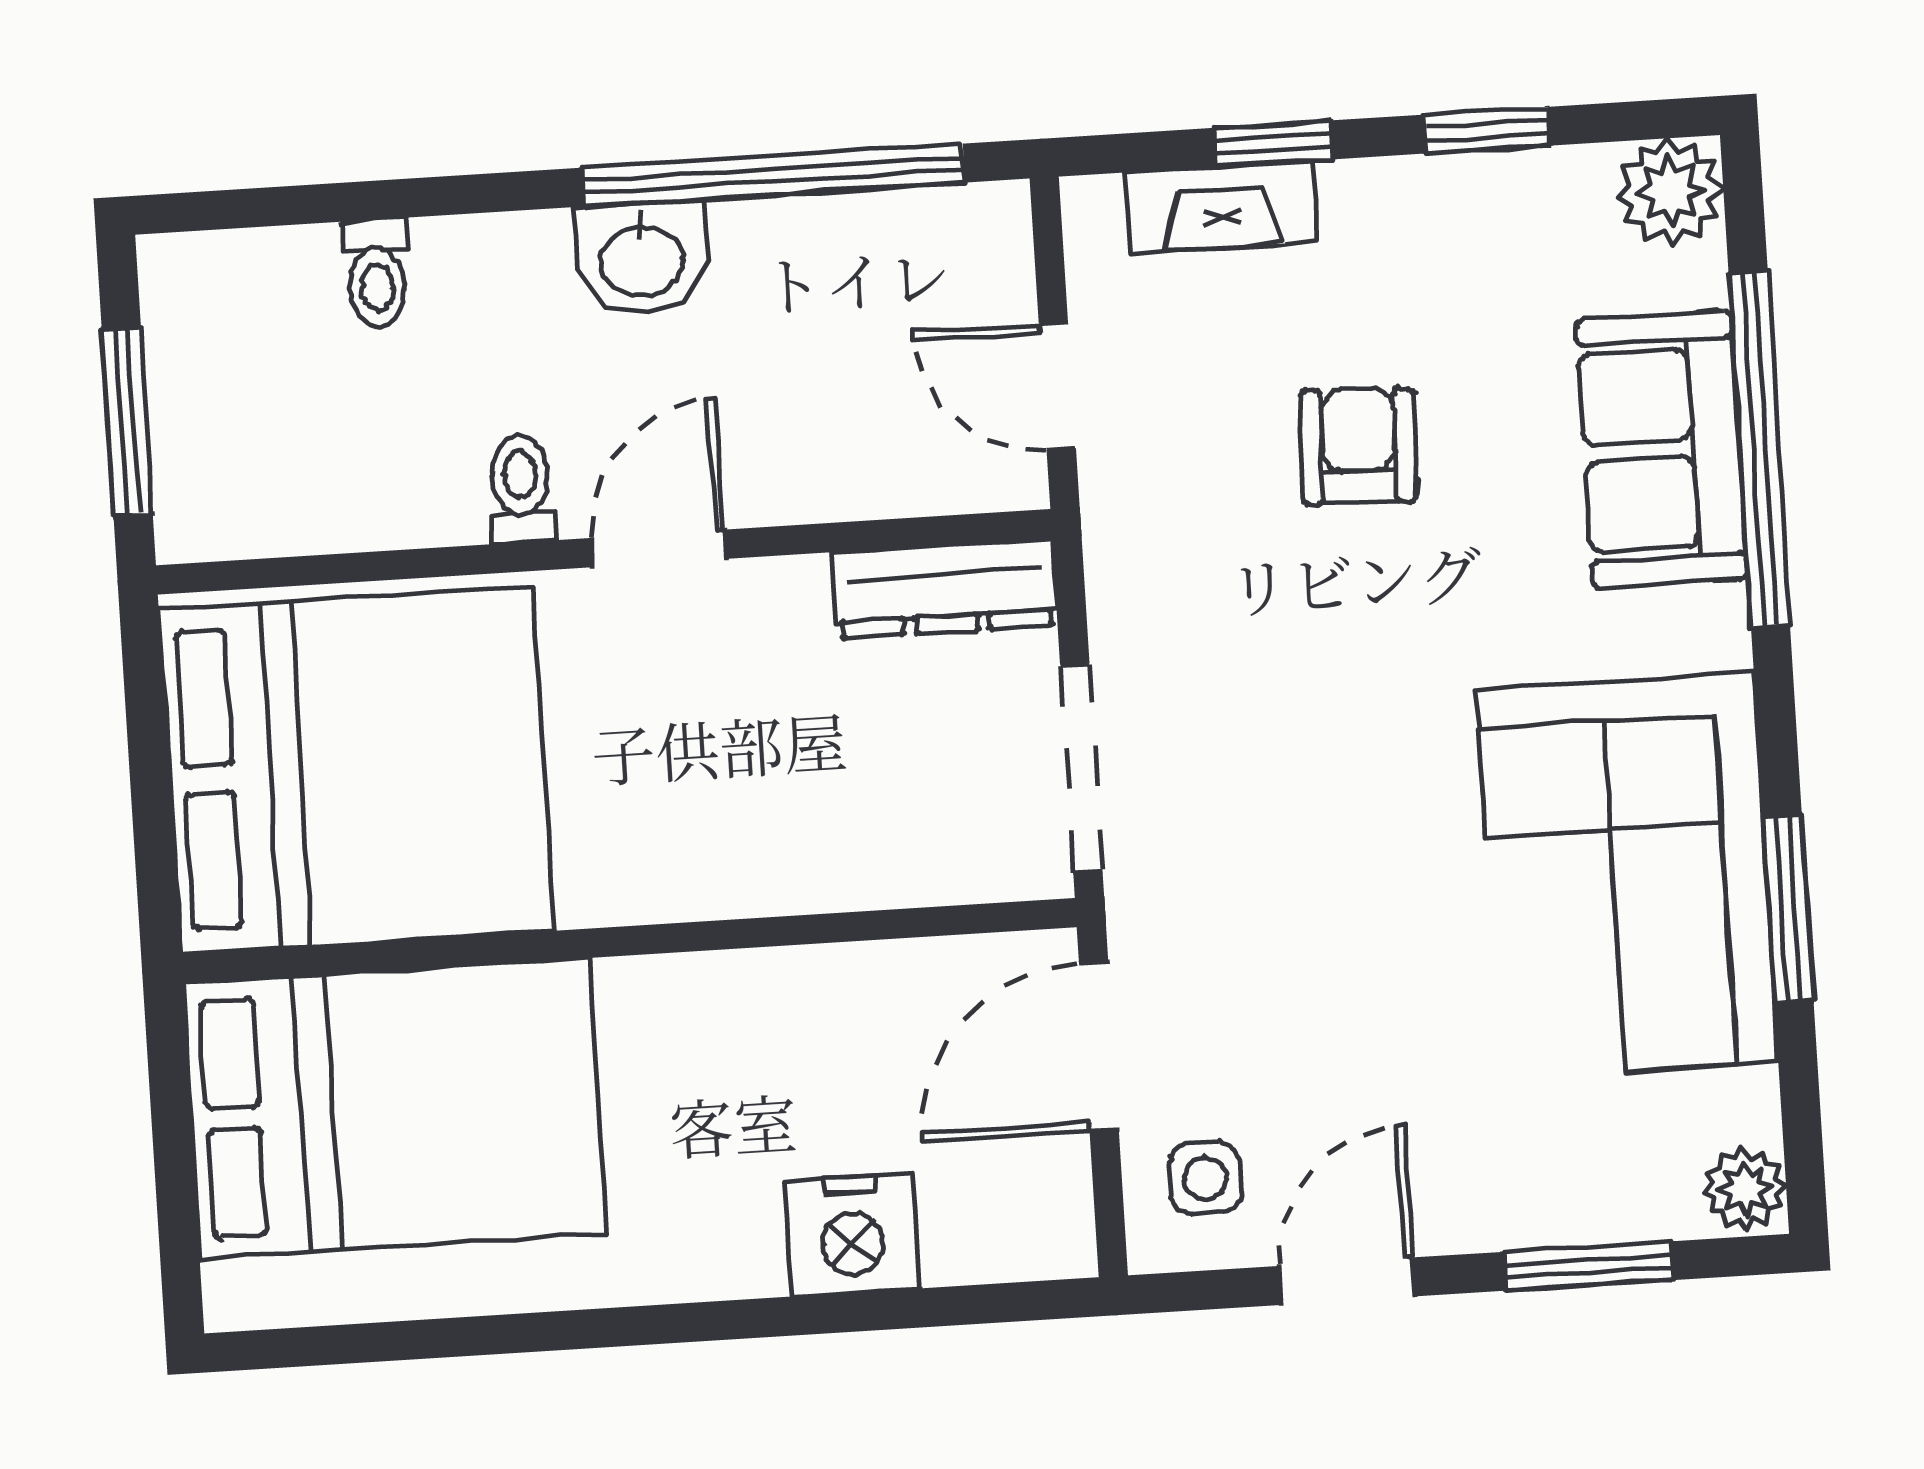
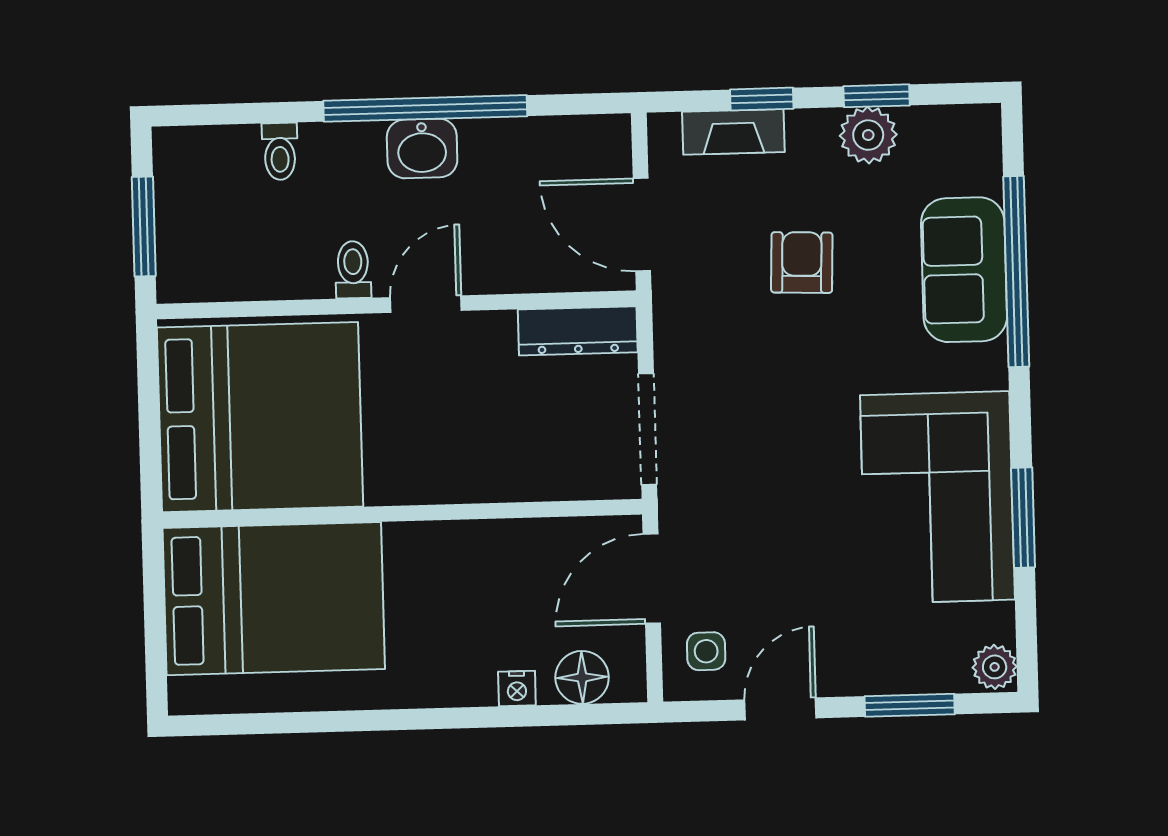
window: (774, 175) -> (425, 108), moved
plant: (1670, 192) -> (868, 135), moved
door: (1057, 386) -> (642, 225), width x1.38
nightstand: (853, 1234) -> (517, 688), width x0.53, depth x0.56
floor lamp: (975, 1235) -> (582, 677), added

